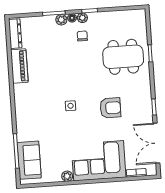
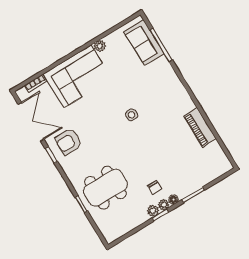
plant: (61, 20) -> (153, 211), moved
dresser: (15, 34) -> (220, 156), removed
armchair: (110, 108) -> (69, 142), moved

